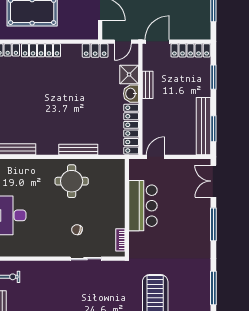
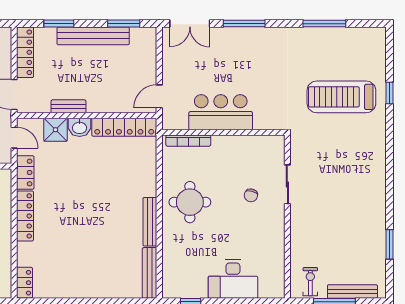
locker: (41, 50) -> (25, 216), moved
bench: (204, 126) -> (93, 36), moved
bench: (78, 149) -> (150, 222), moved
door: (156, 157) -> (159, 96), hinge flipped
bookcase: (120, 240) -> (188, 141), moved, width x1.56

